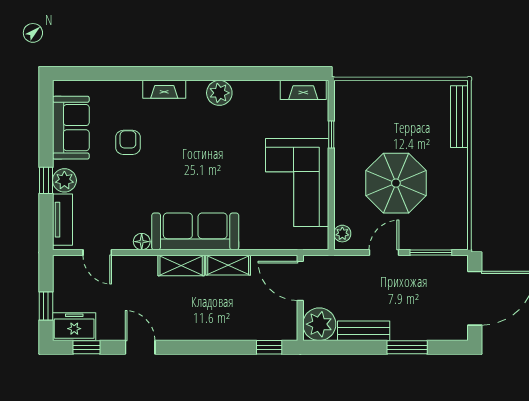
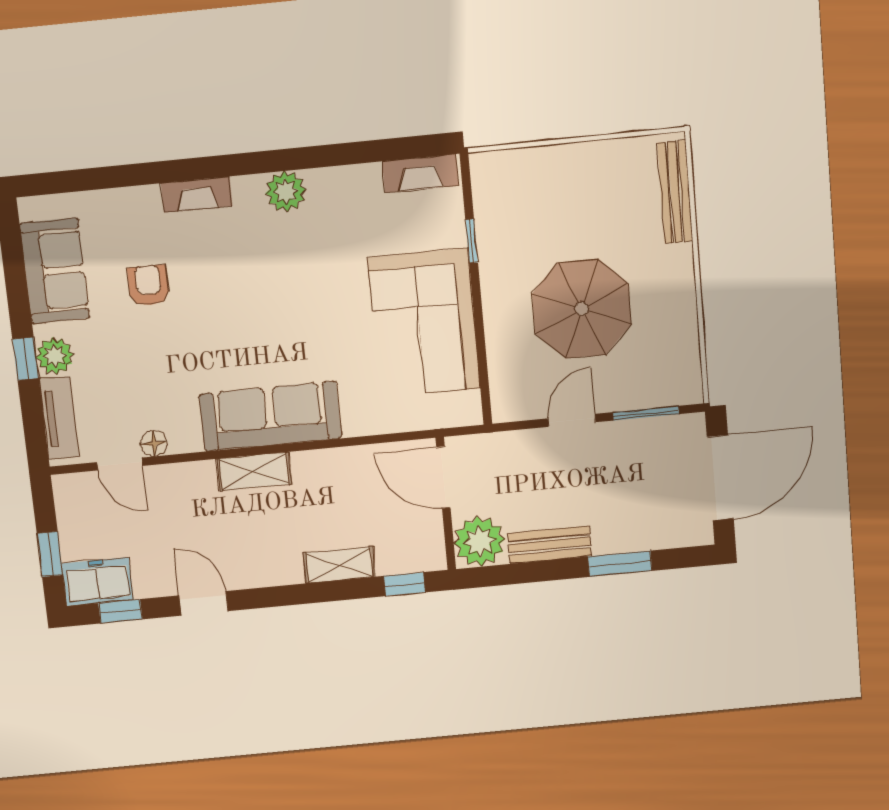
plant: (342, 234) -> (503, 397), removed
floor lamp: (142, 242) -> (154, 443), moved
shelving: (228, 265) -> (339, 565), moved

